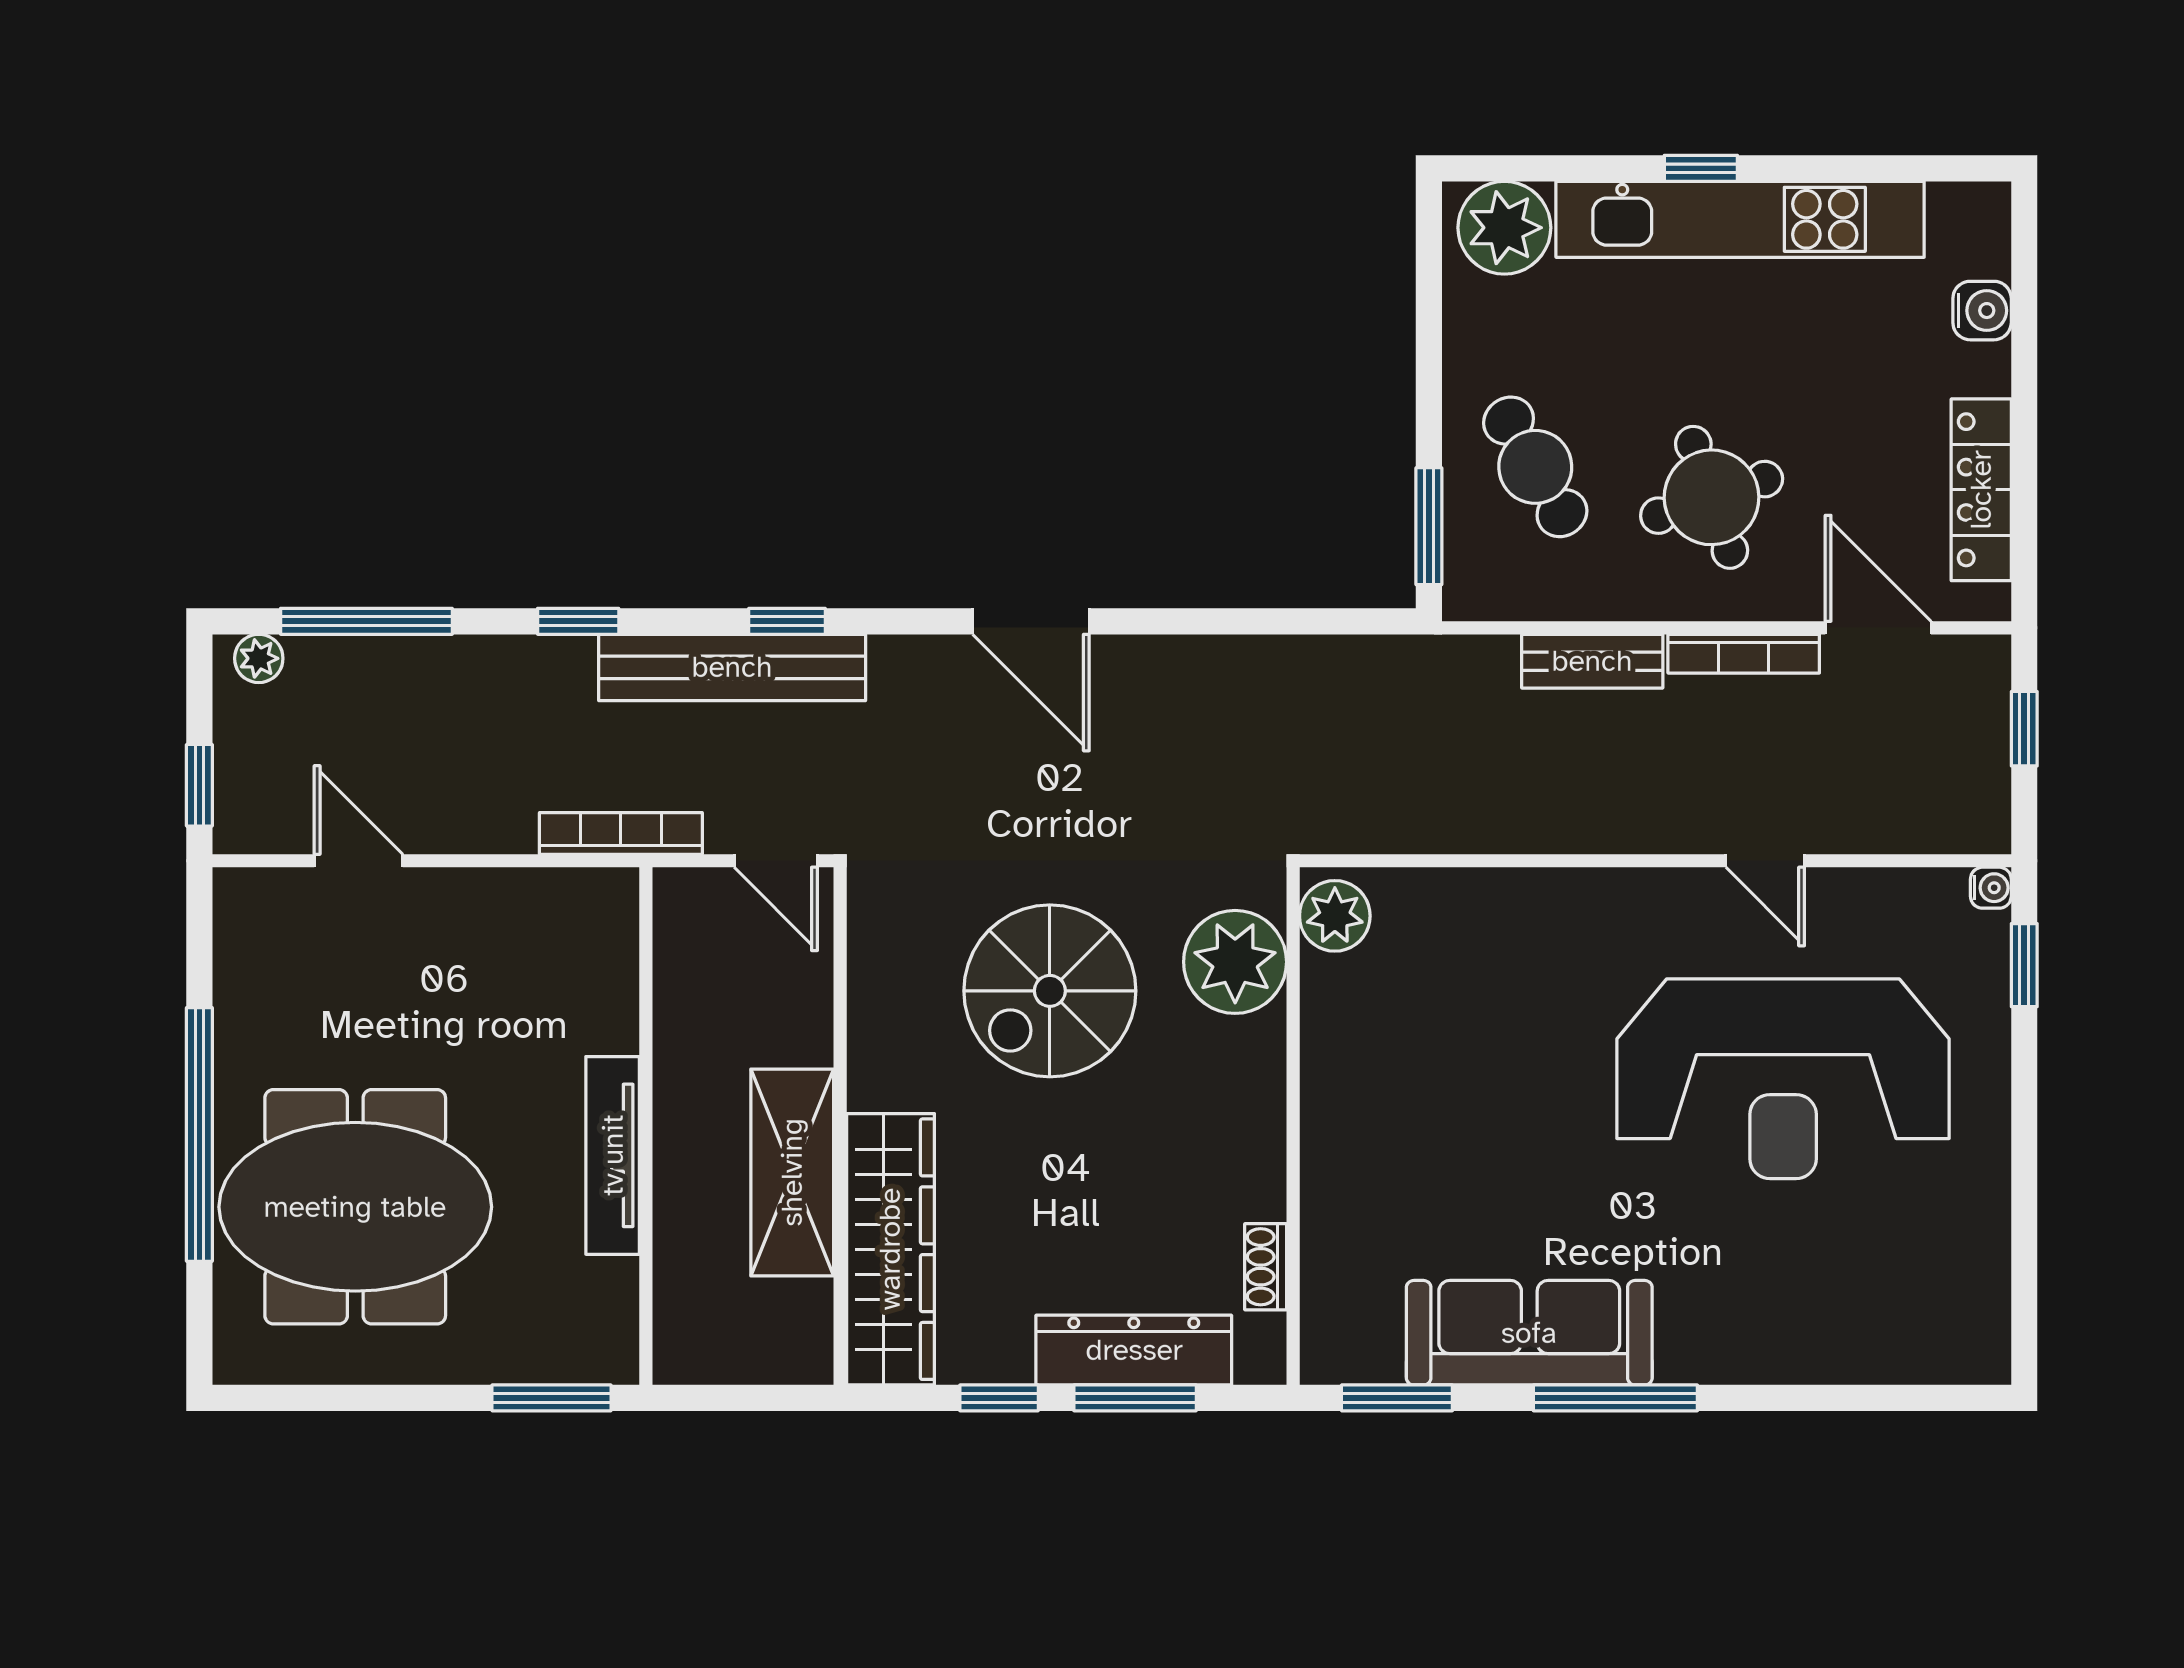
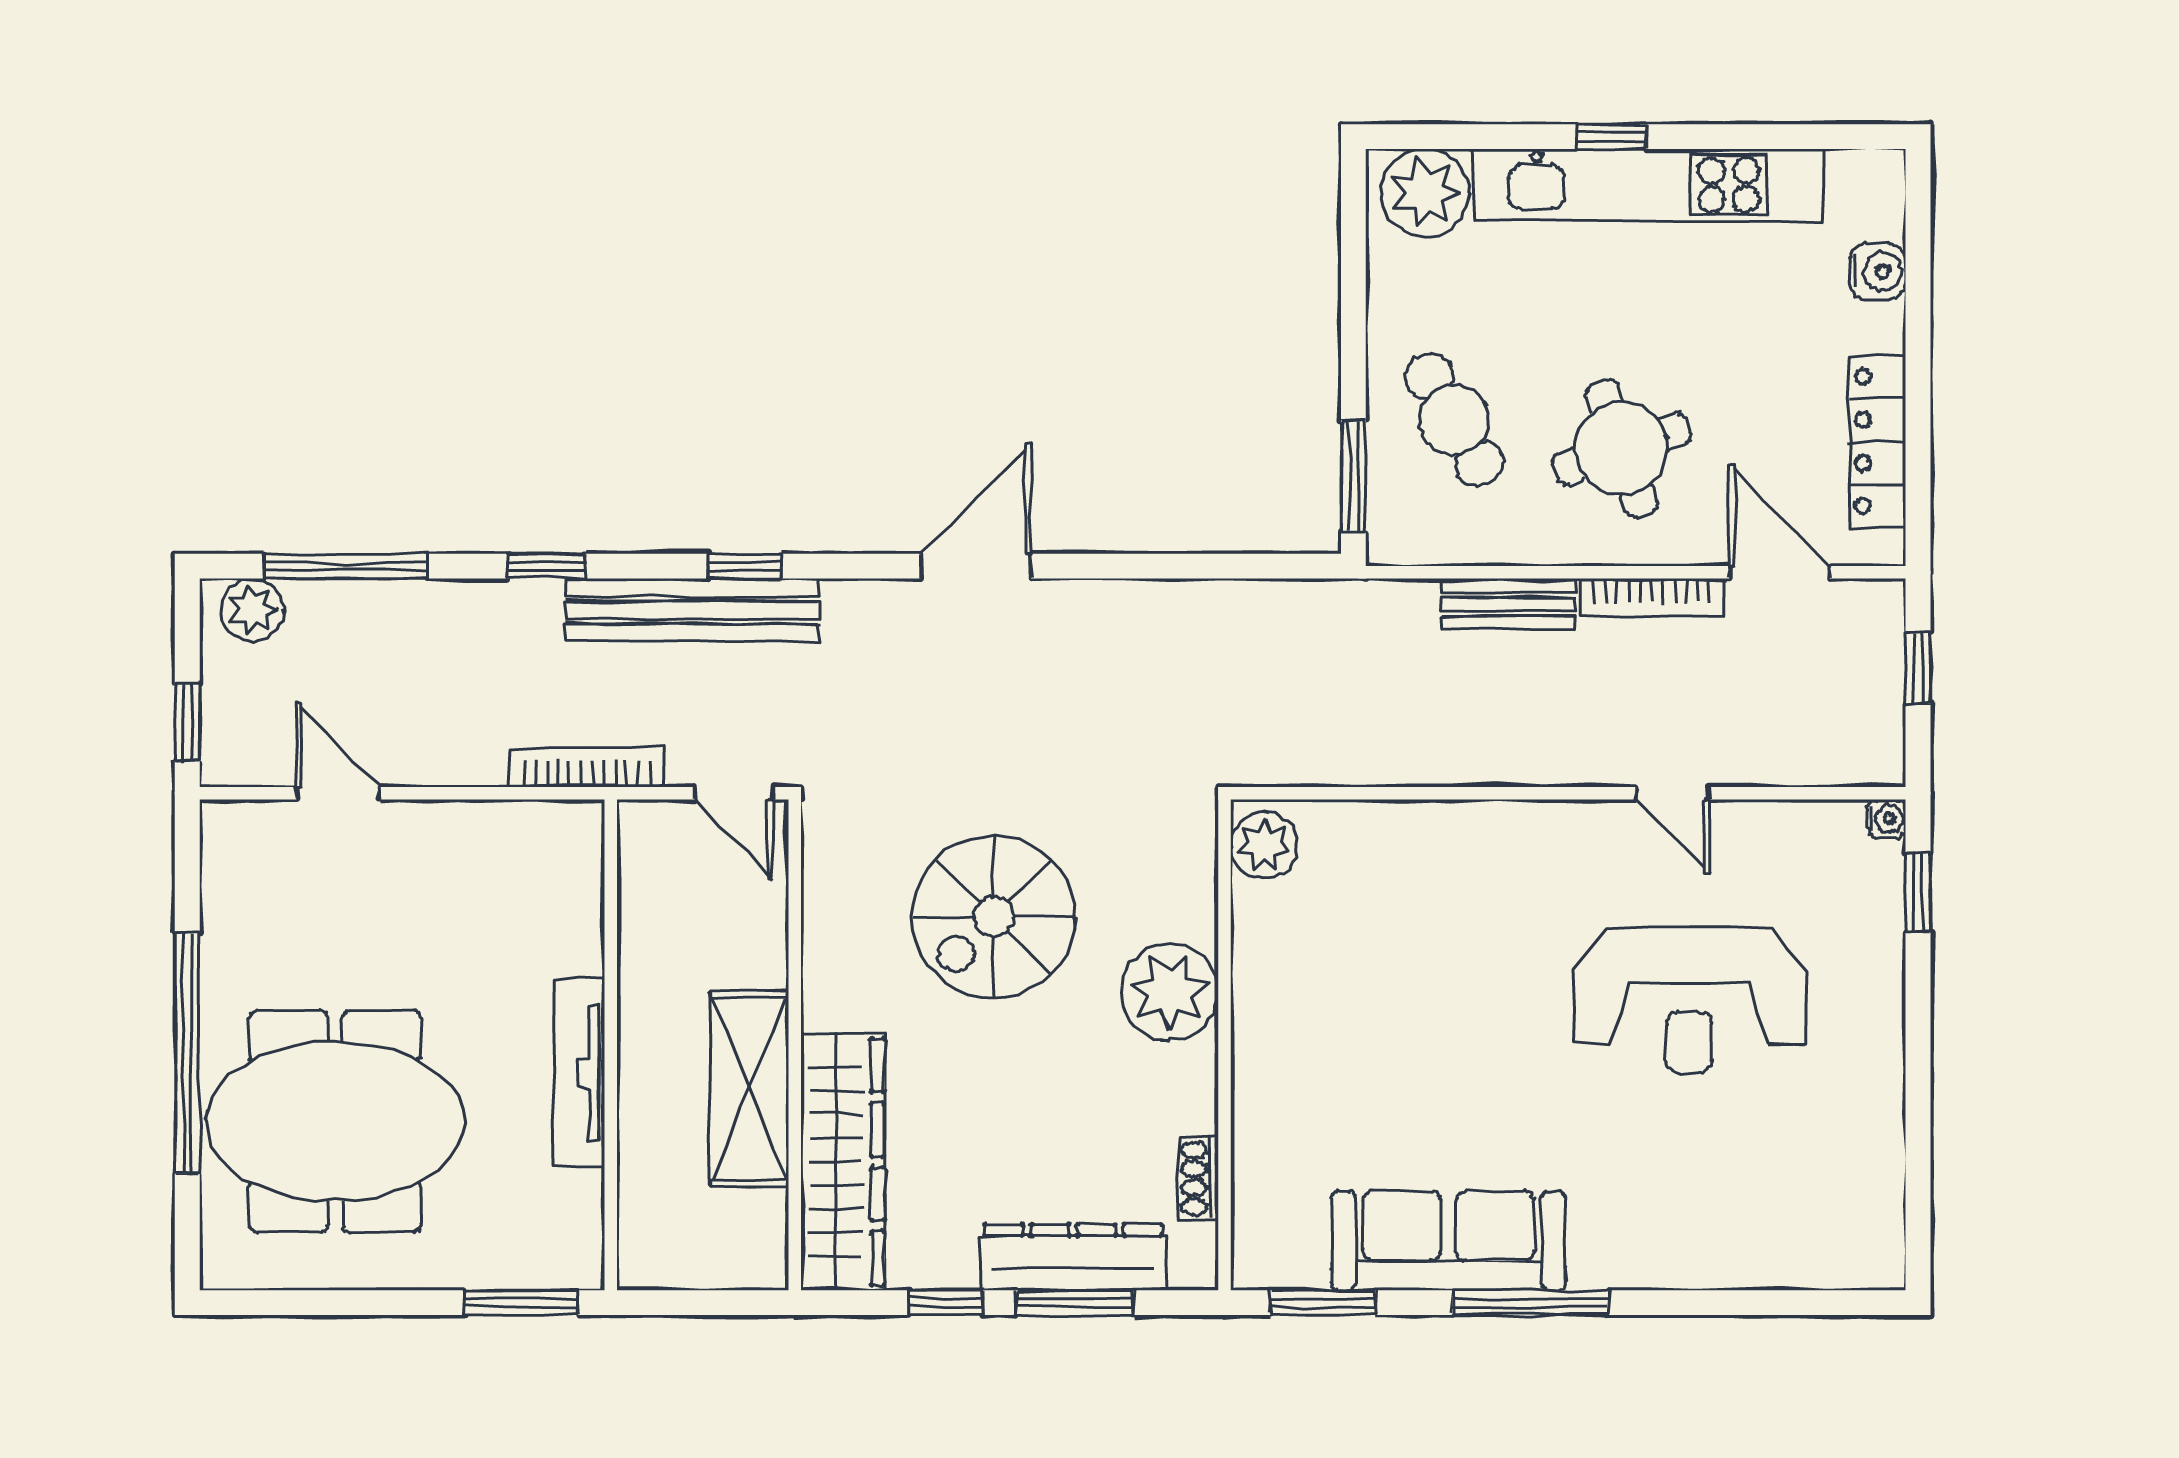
door: (1031, 621) -> (976, 566), swing flipped
plant: (259, 658) -> (252, 610), width x1.38, depth x1.38
plant: (1235, 962) -> (1169, 992), moved
reception desk: (1783, 1079) -> (1689, 1000), width x0.74, depth x0.77

